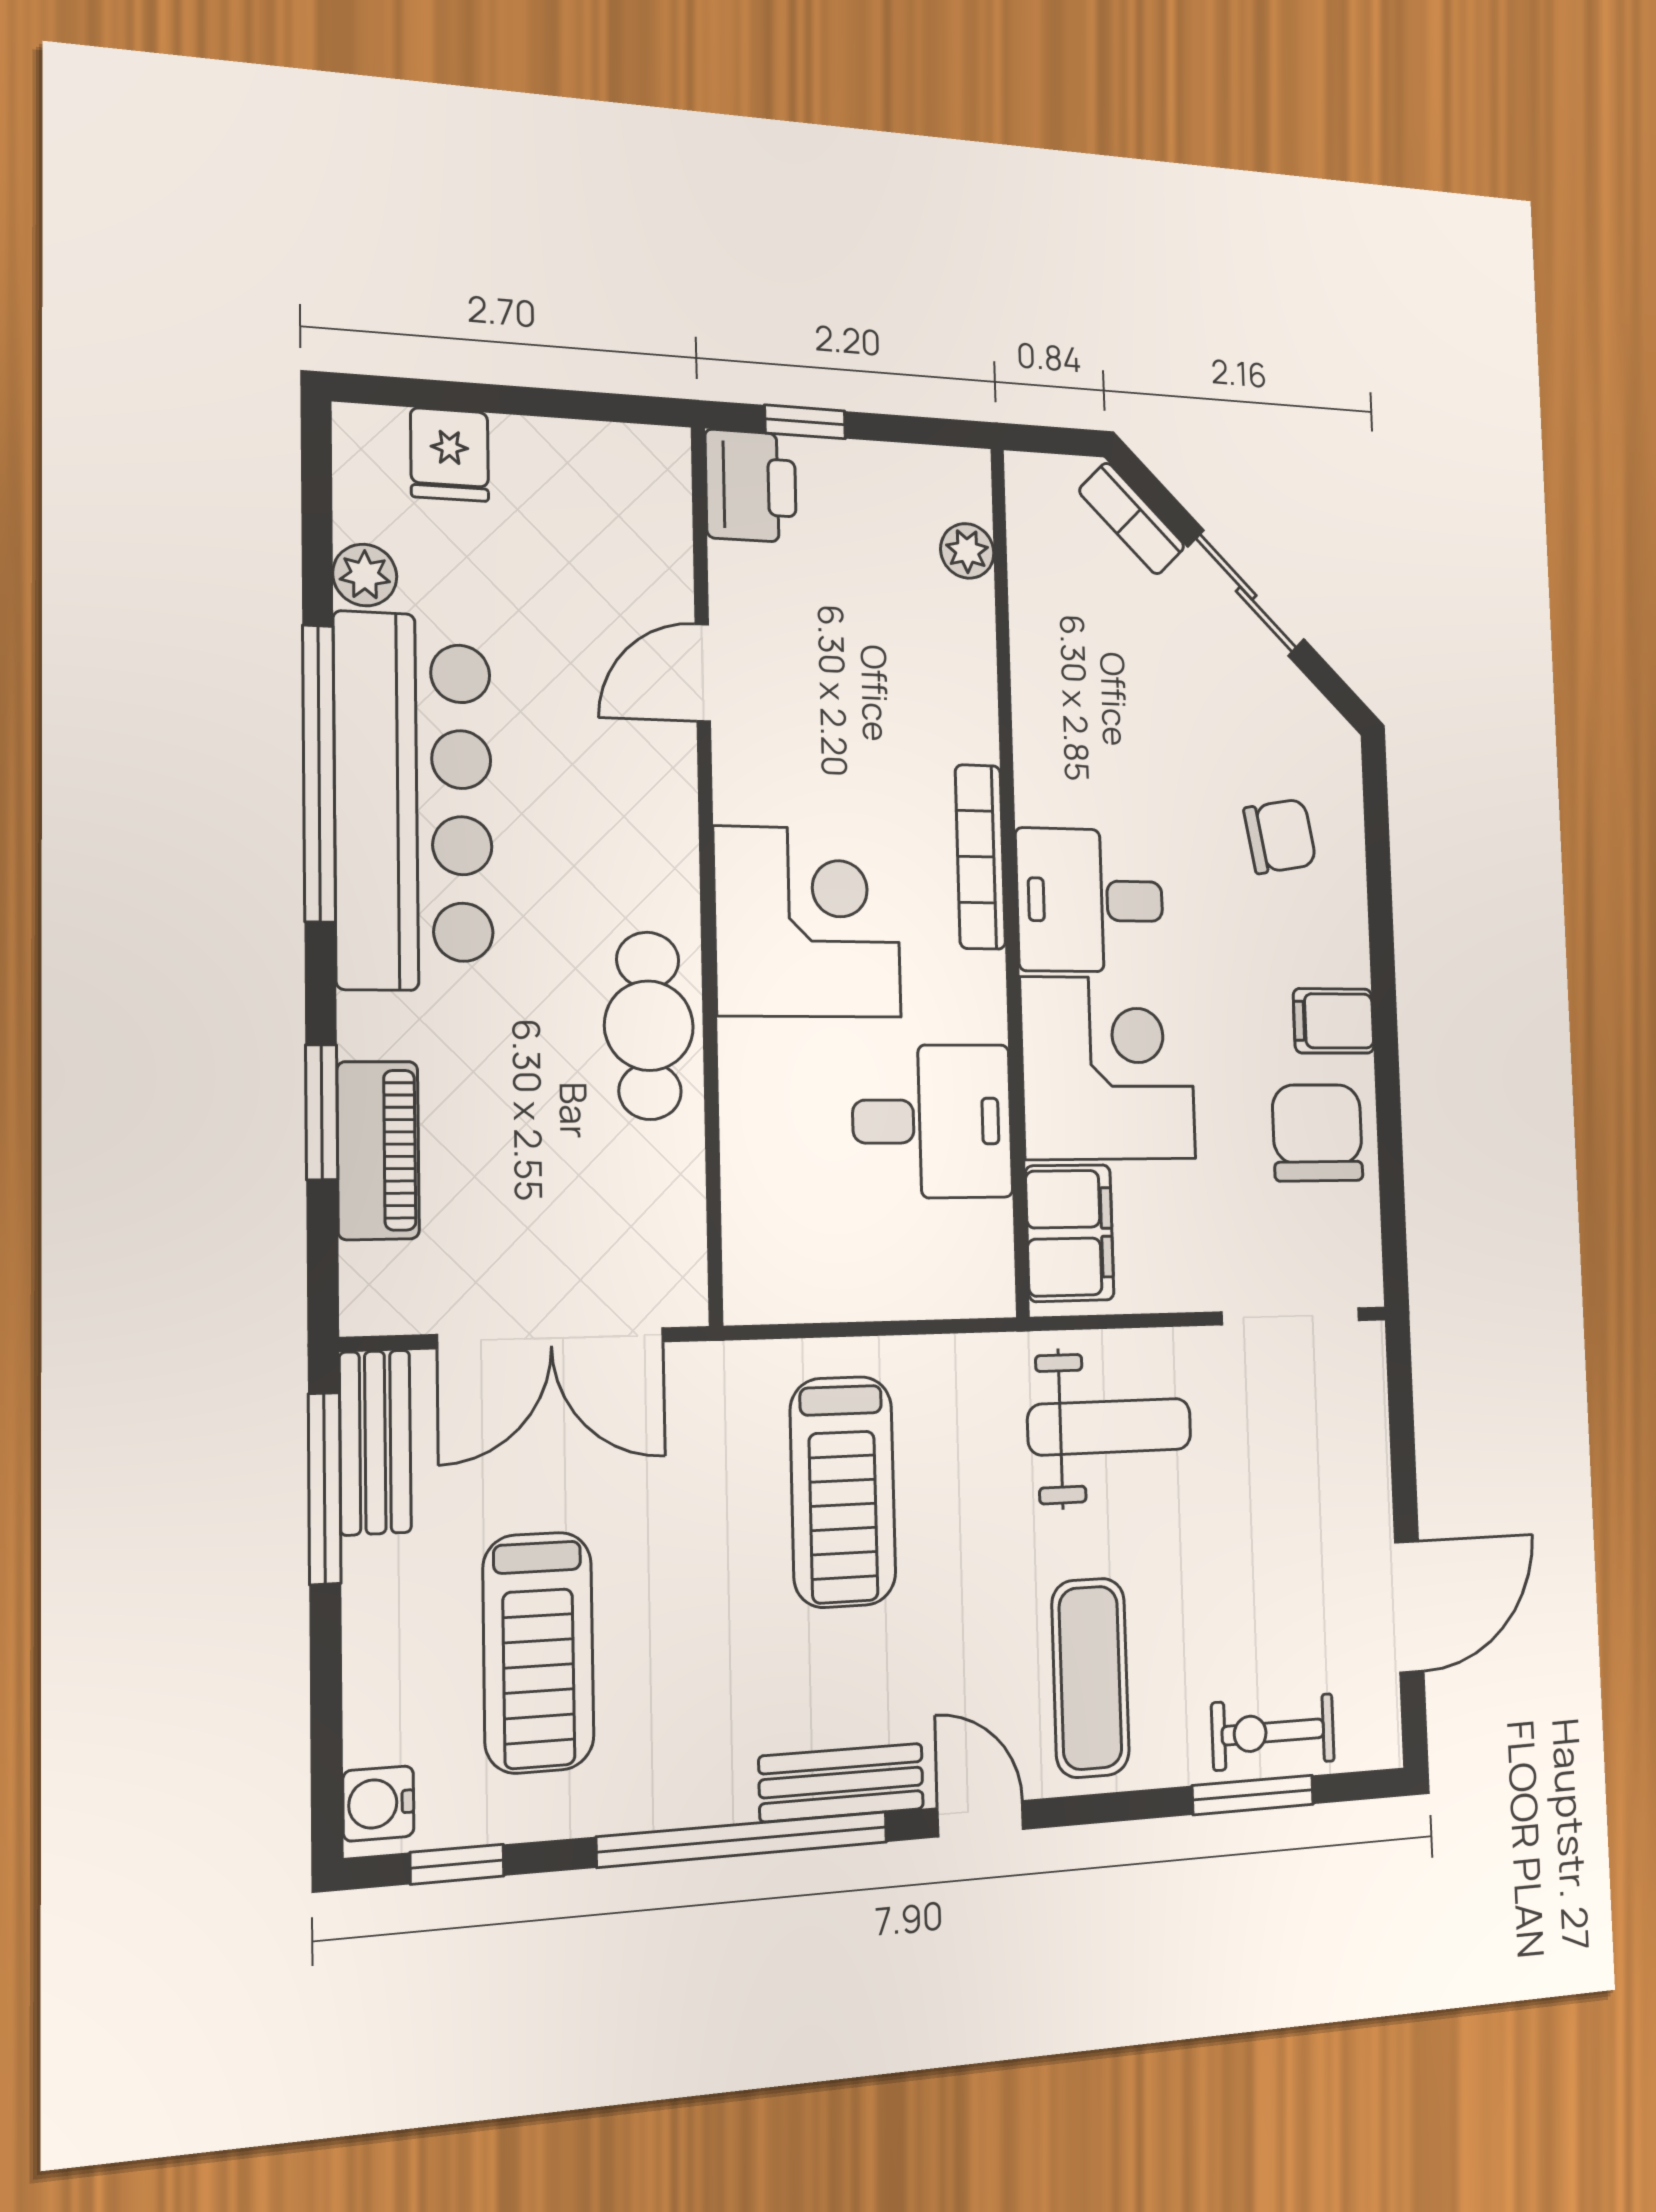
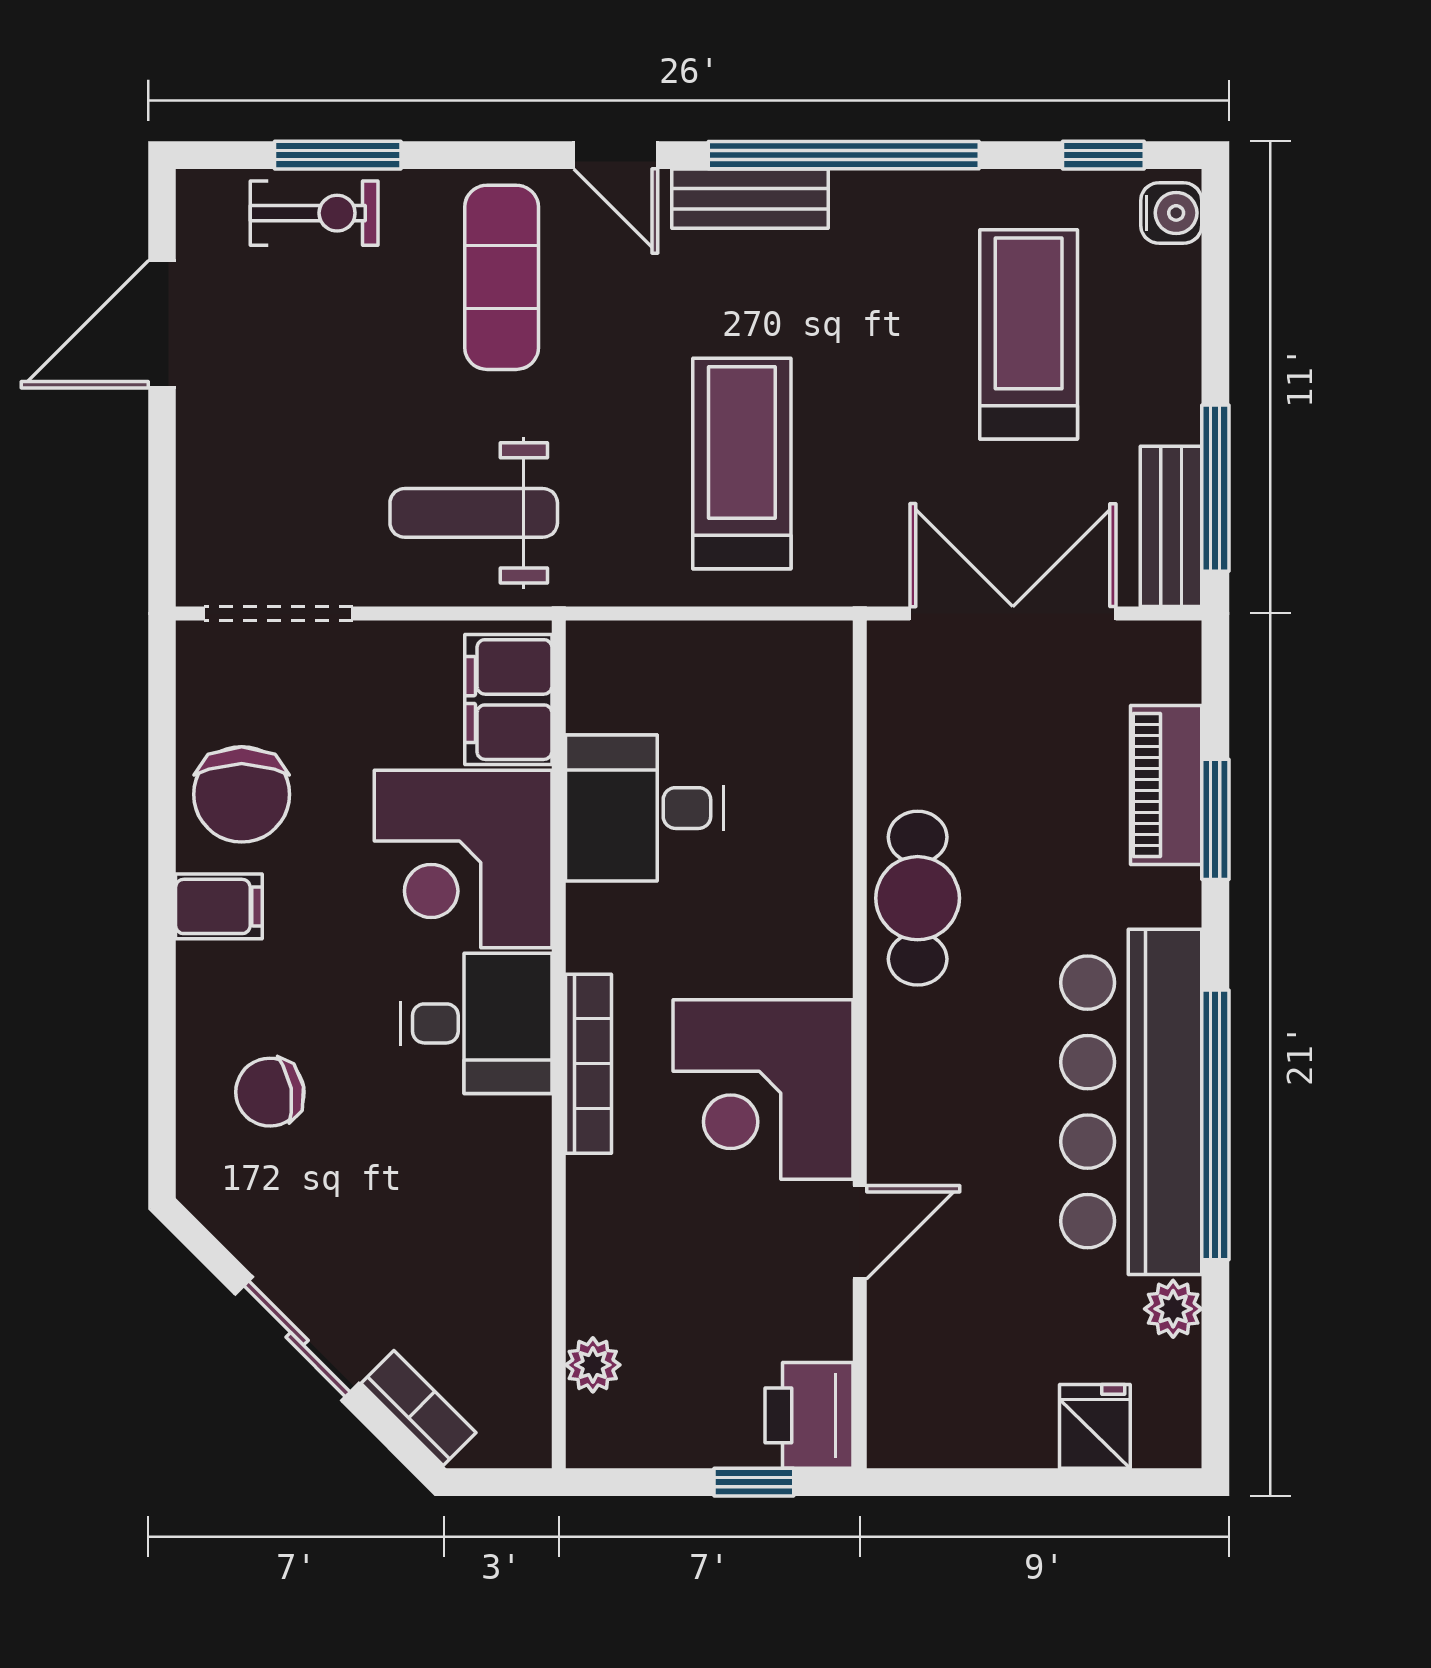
corner desk: (808, 922) -> (763, 1089), moved

